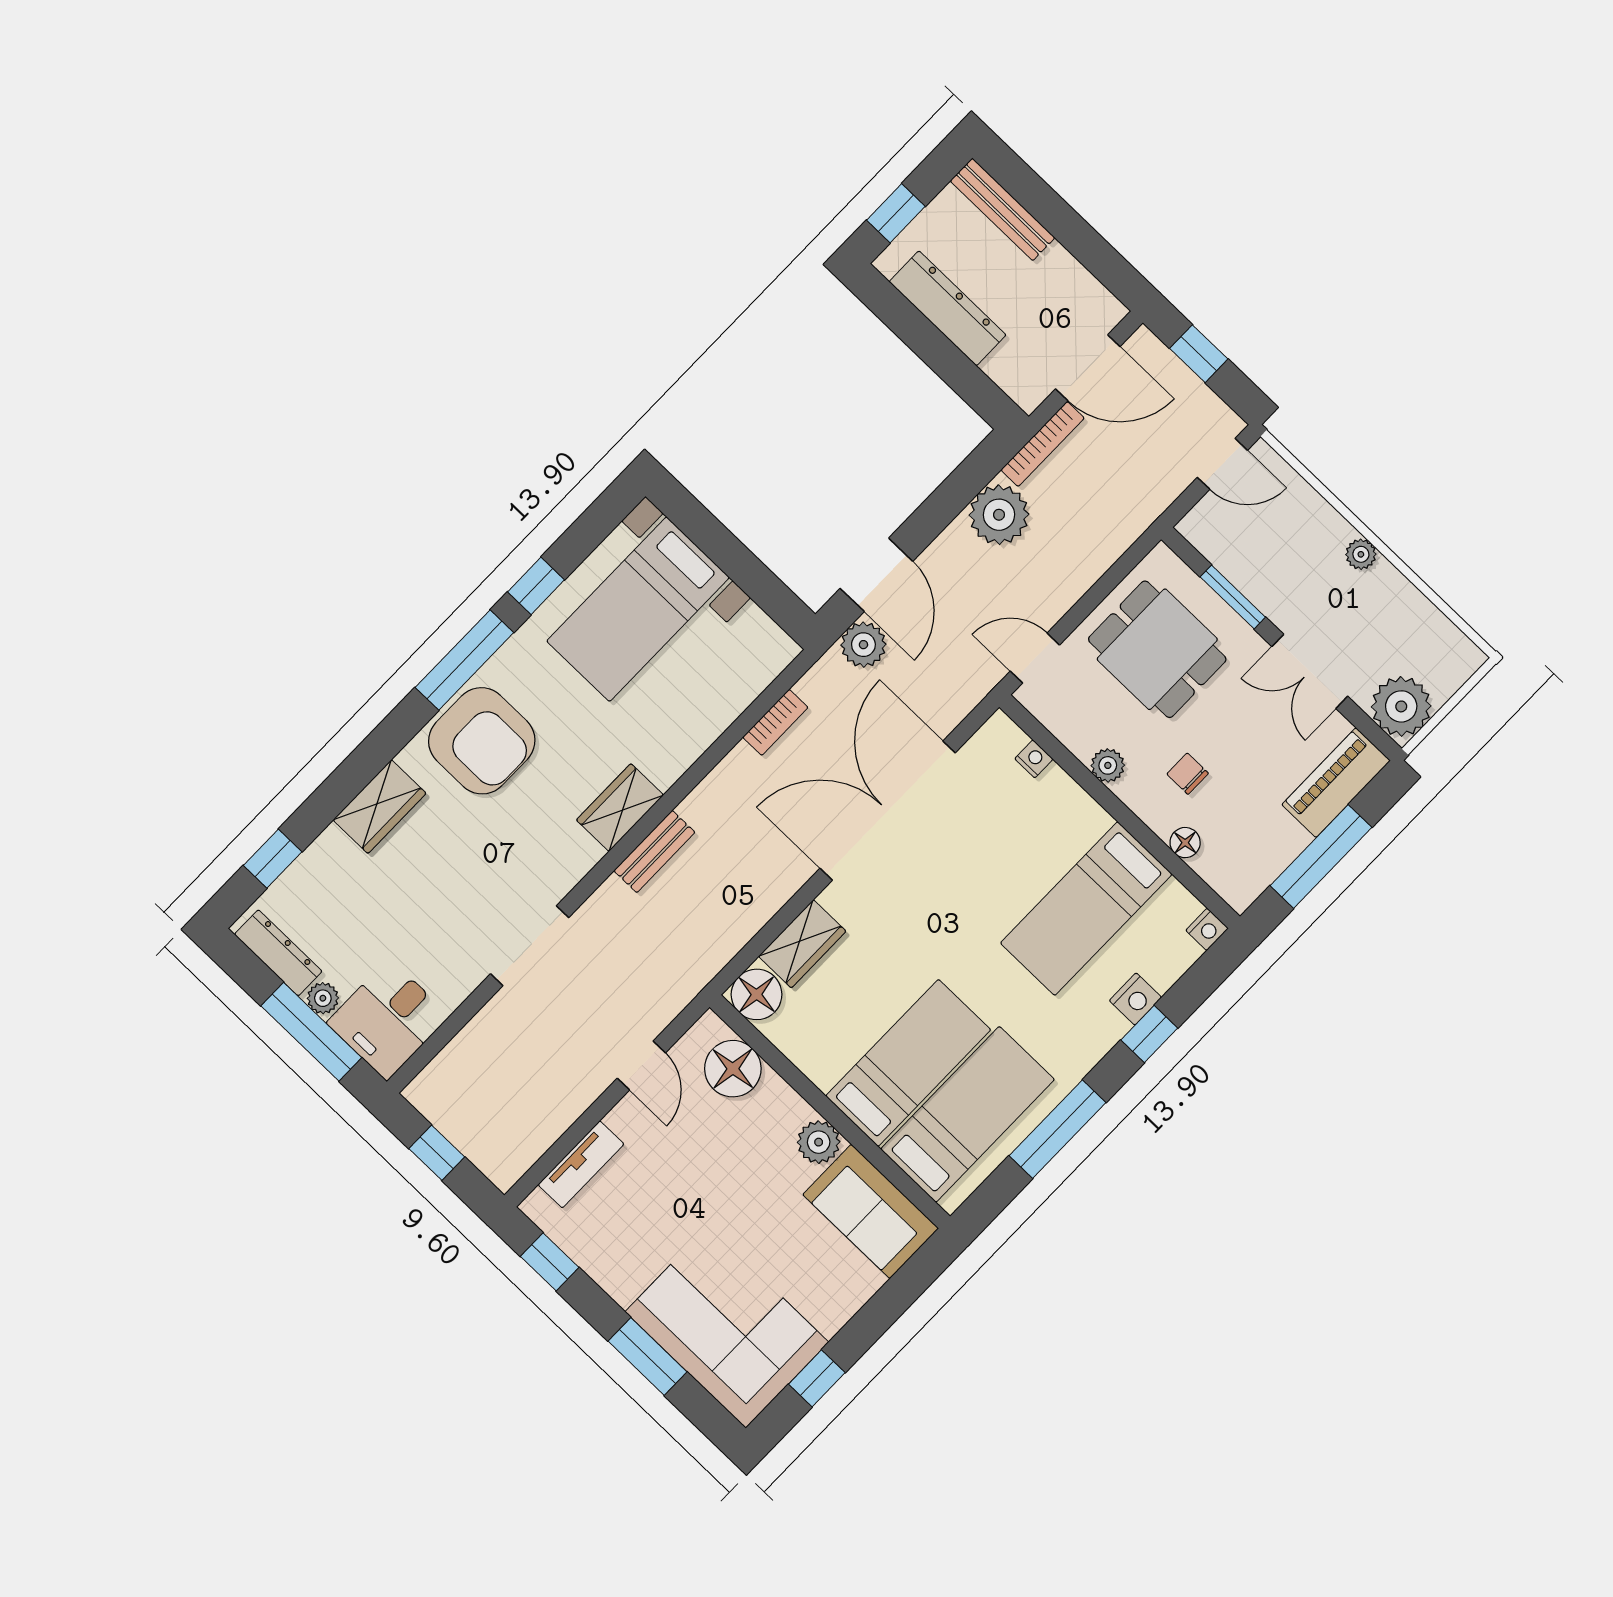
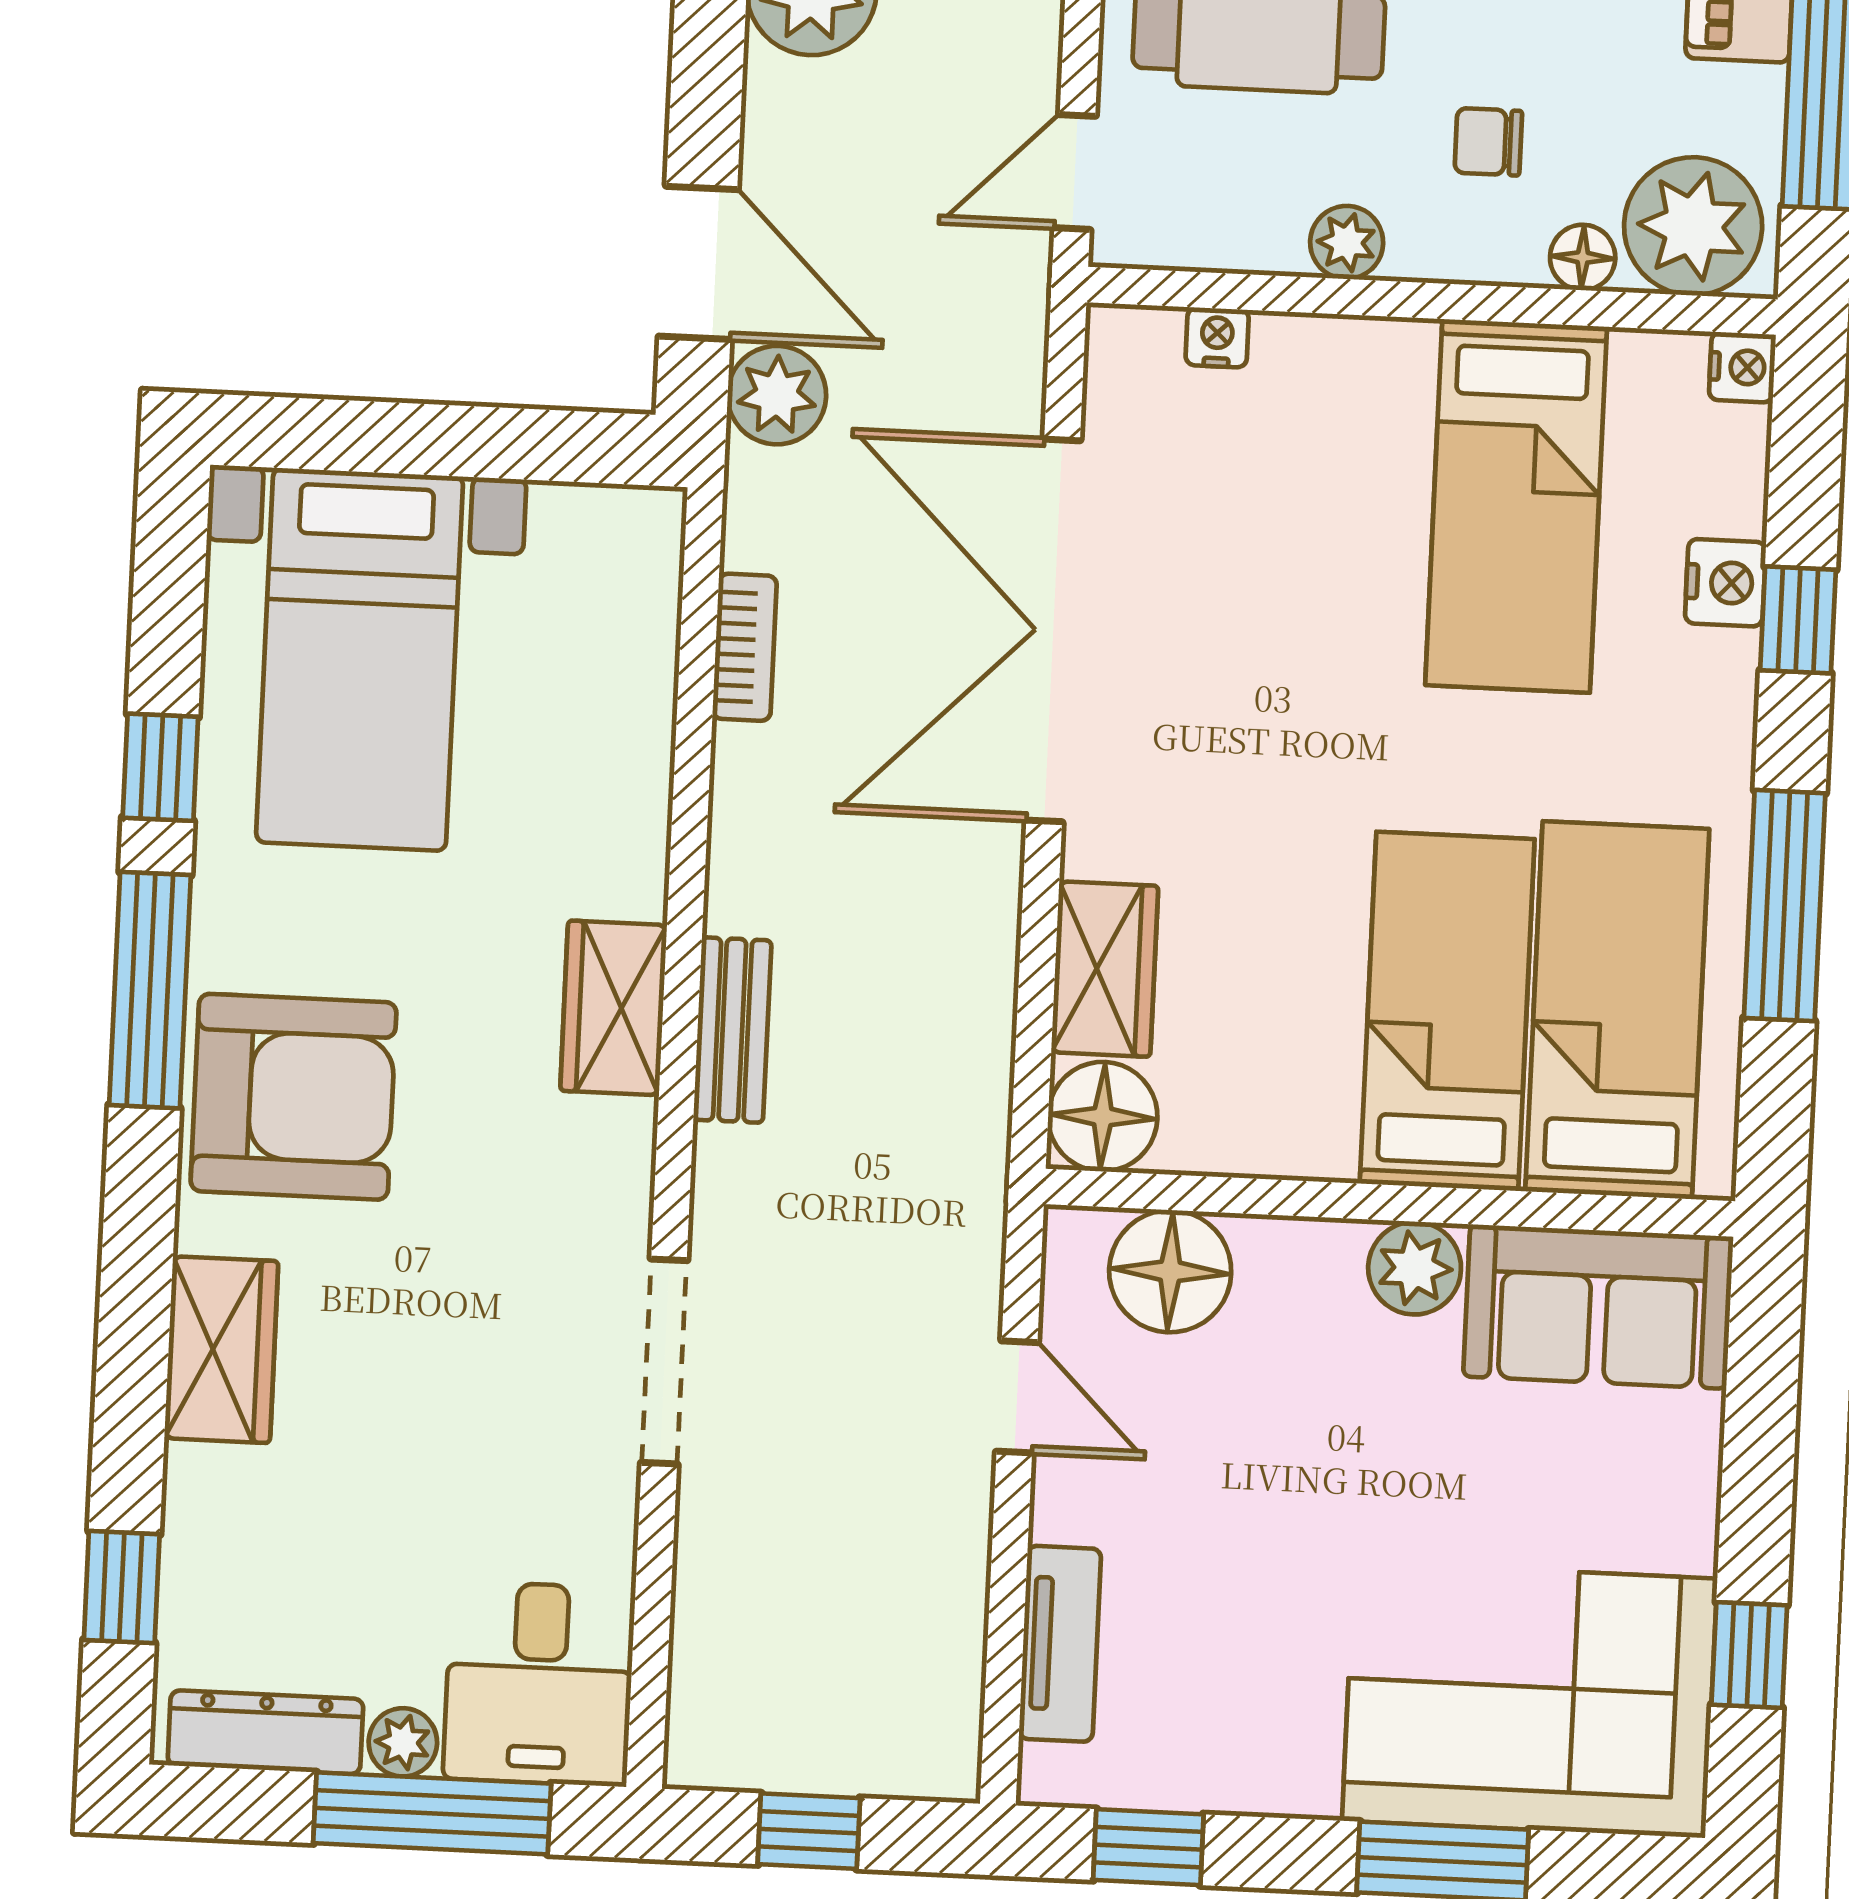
plant: (1233, 865) -> (1693, 226), added

